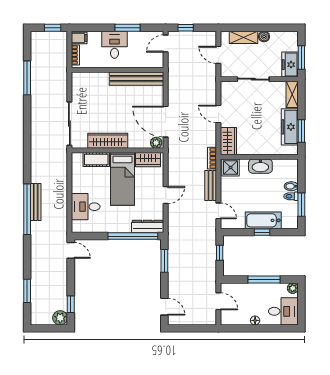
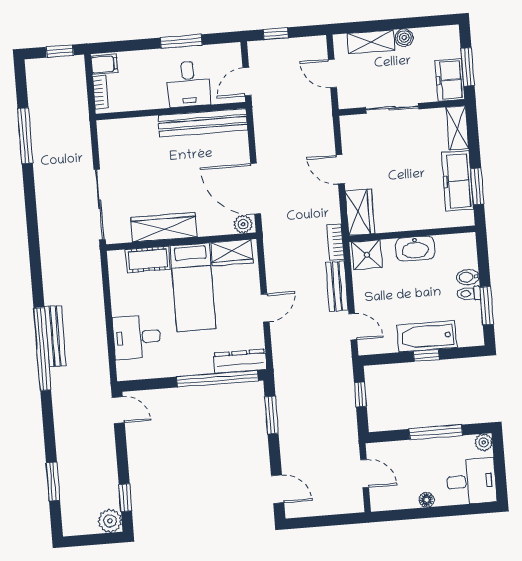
door: (166, 44) -> (247, 82), moved
desk: (114, 45) -> (188, 84), moved, turned 180

